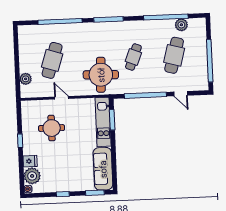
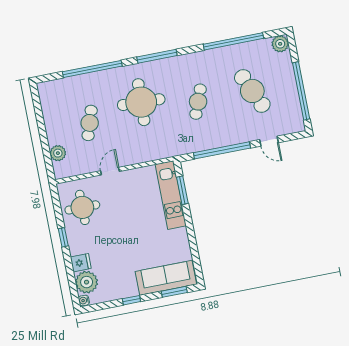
plant: (181, 25) -> (280, 44), moved
cafe table: (174, 55) -> (252, 91), turned -39
cafe table: (52, 60) -> (90, 123), width x0.73, depth x0.74
round table: (101, 75) -> (141, 102), moved
door: (62, 98) -> (110, 171), hinge flipped
round table: (52, 128) -> (82, 207), moved
sofa: (103, 169) -> (166, 278), moved, turned 90

